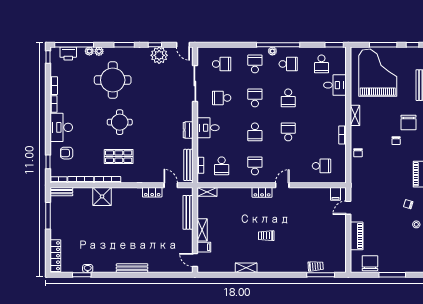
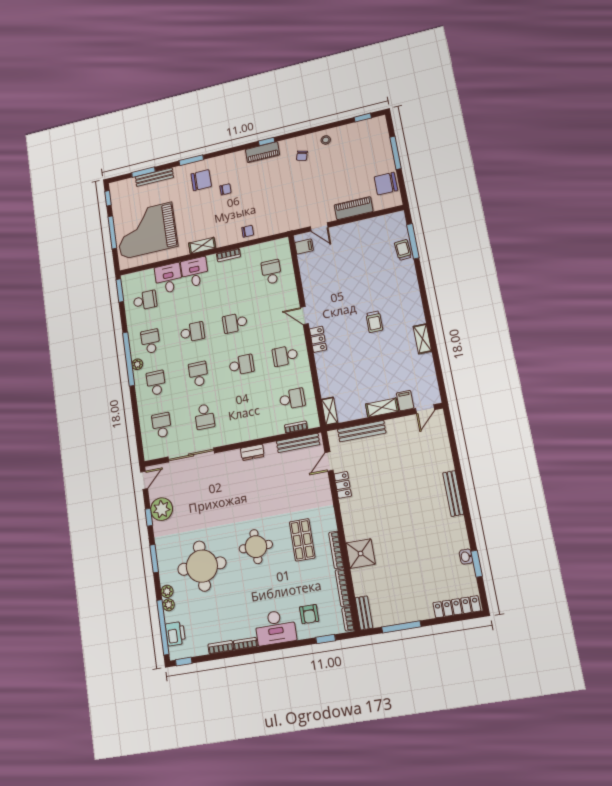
school desk: (255, 64) -> (156, 383), turned 90
school desk: (255, 98) -> (198, 374), turned 90
desk: (208, 128) -> (195, 272), moved, turned 180

